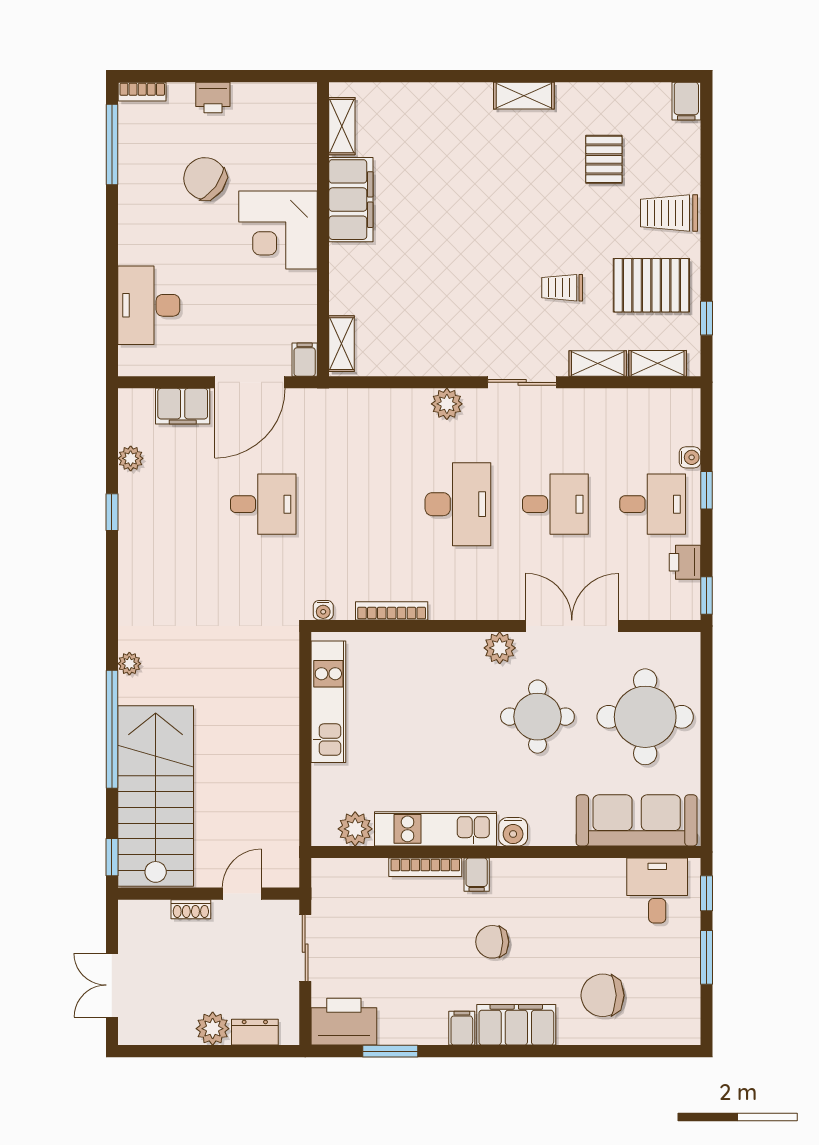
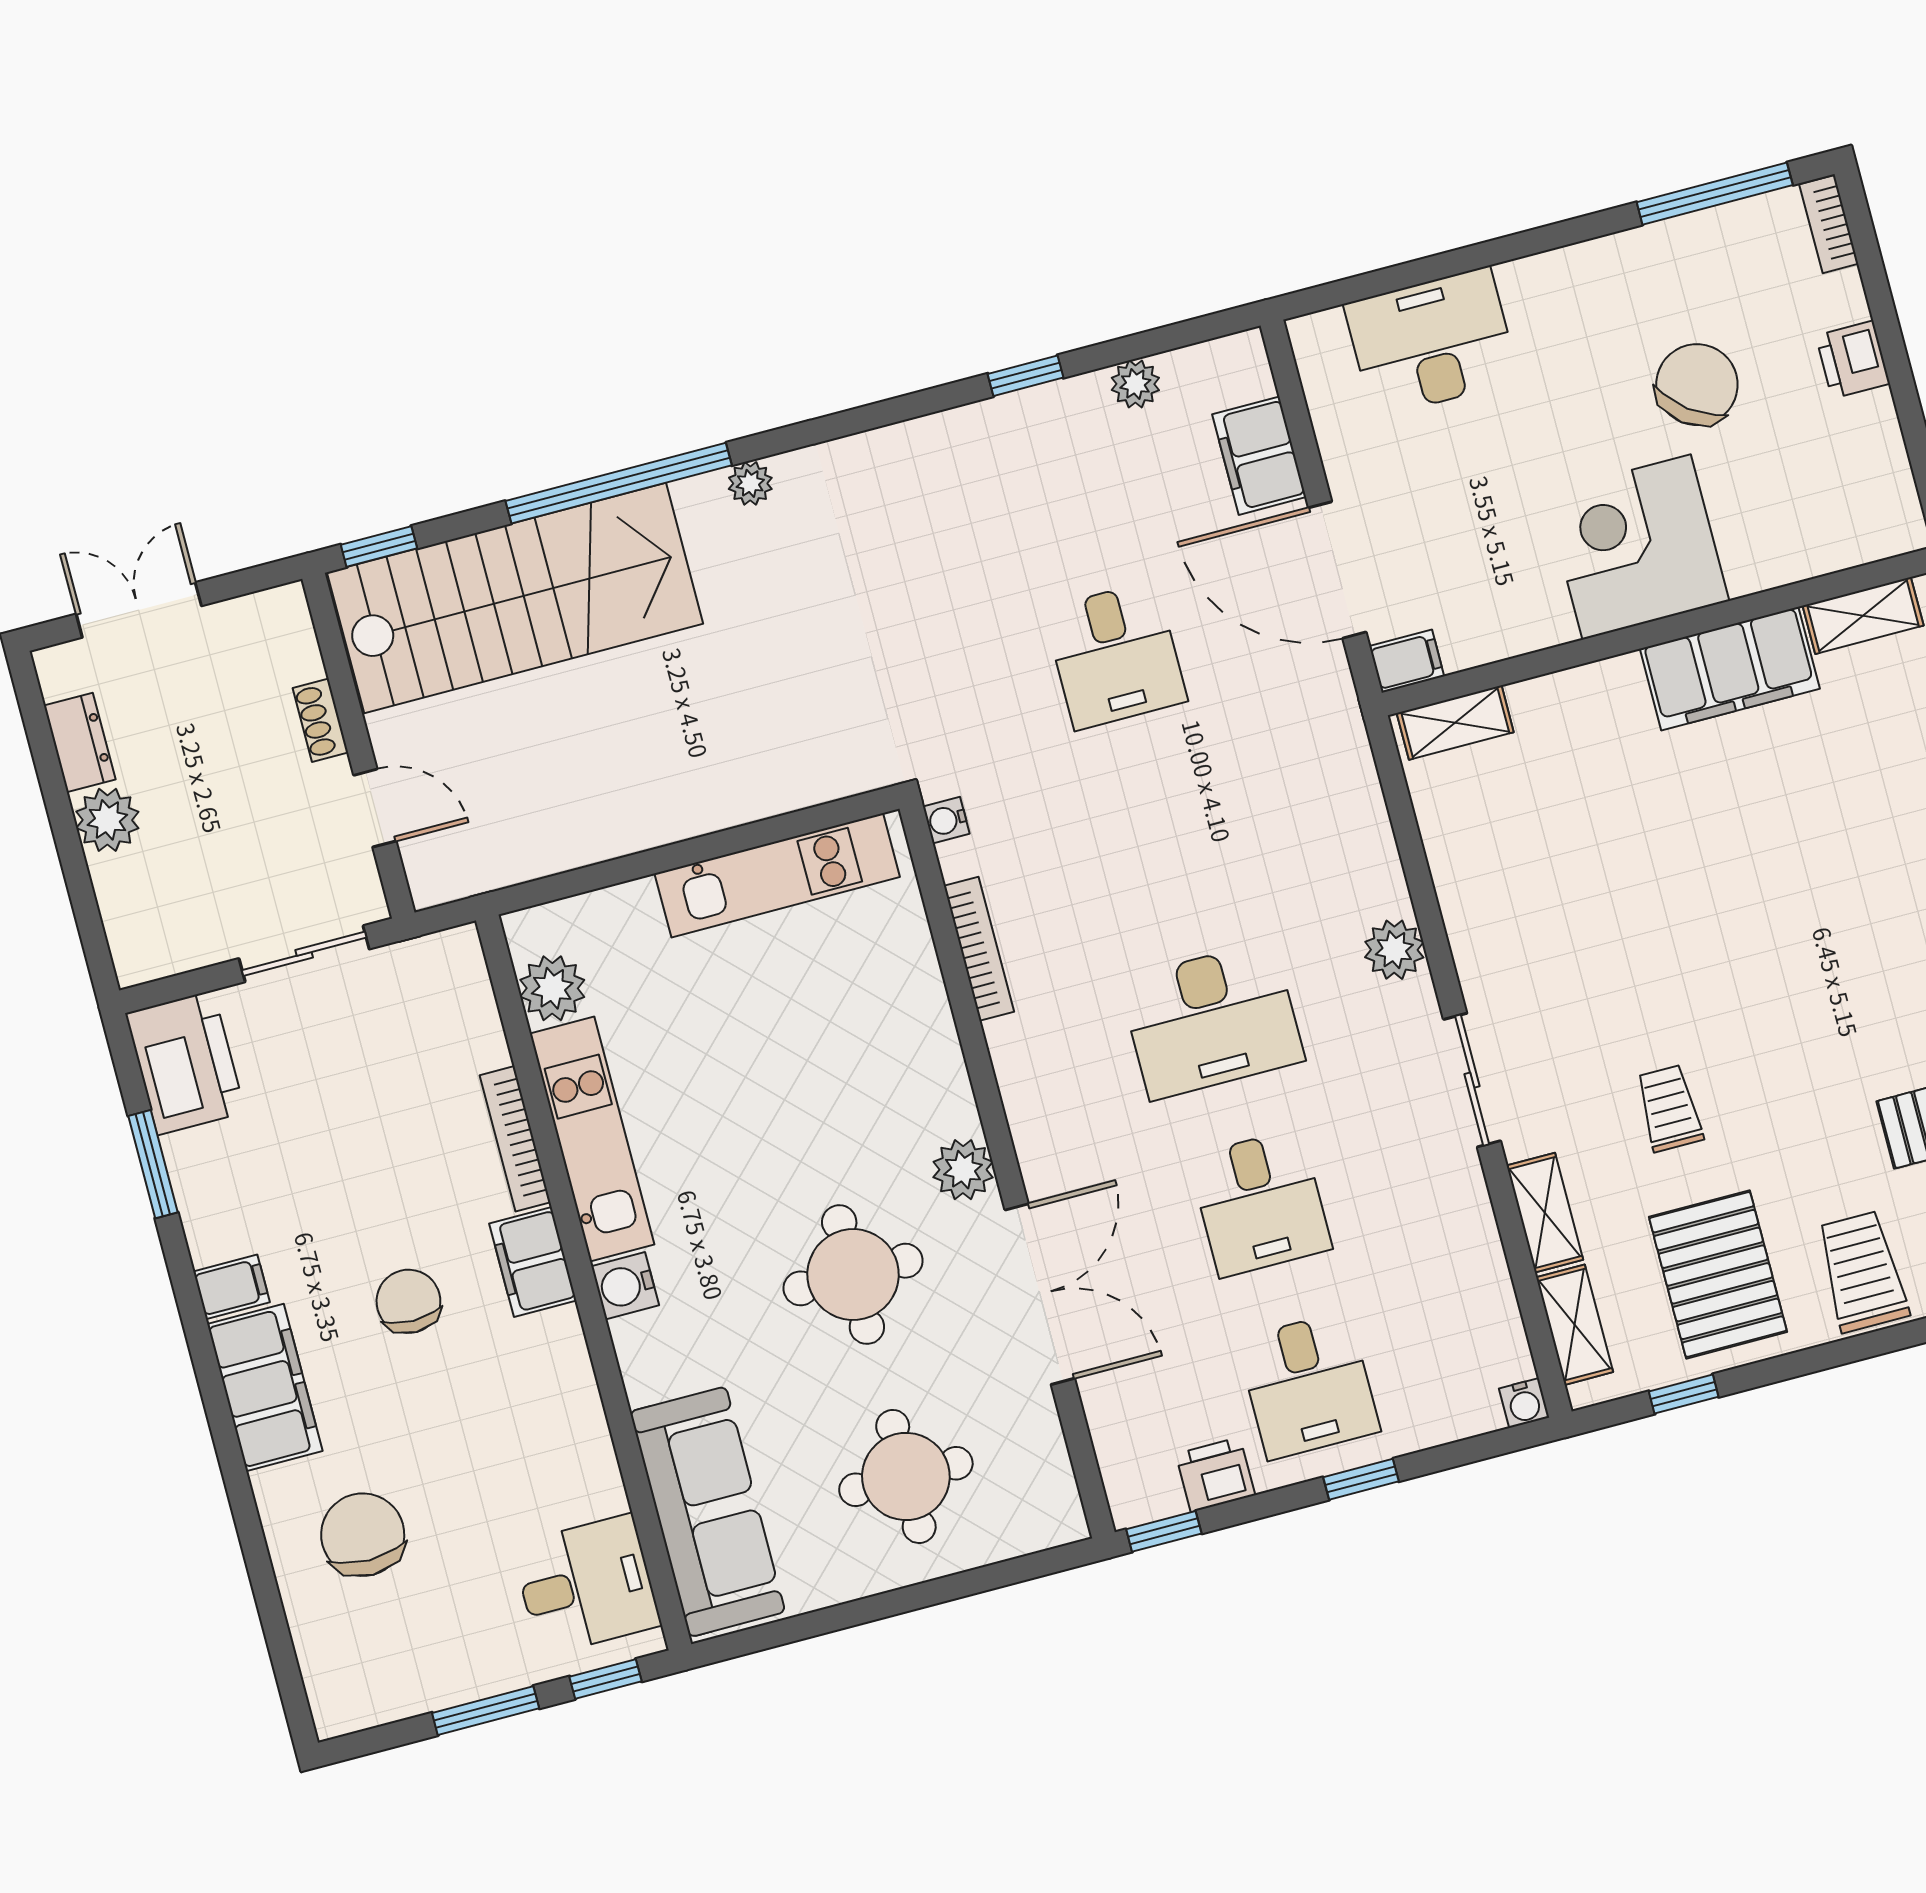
water cooler: (690, 457) -> (1524, 1403), moved
round table: (645, 717) -> (906, 1476), width x0.73, depth x0.73
filing cabinet: (477, 875) -> (533, 1262), width x2.00
dresser: (255, 1032) -> (80, 742), moved

